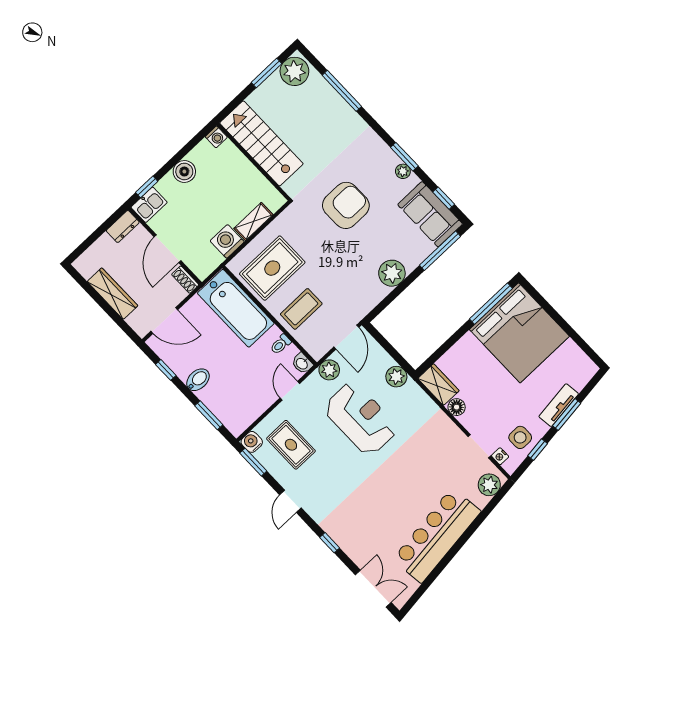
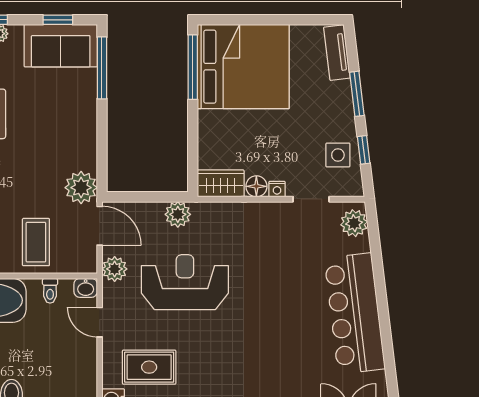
plant: (392, 273) -> (81, 188), moved
tv unit: (559, 405) -> (337, 53), moved
nightstand: (500, 456) -> (277, 189), moved

